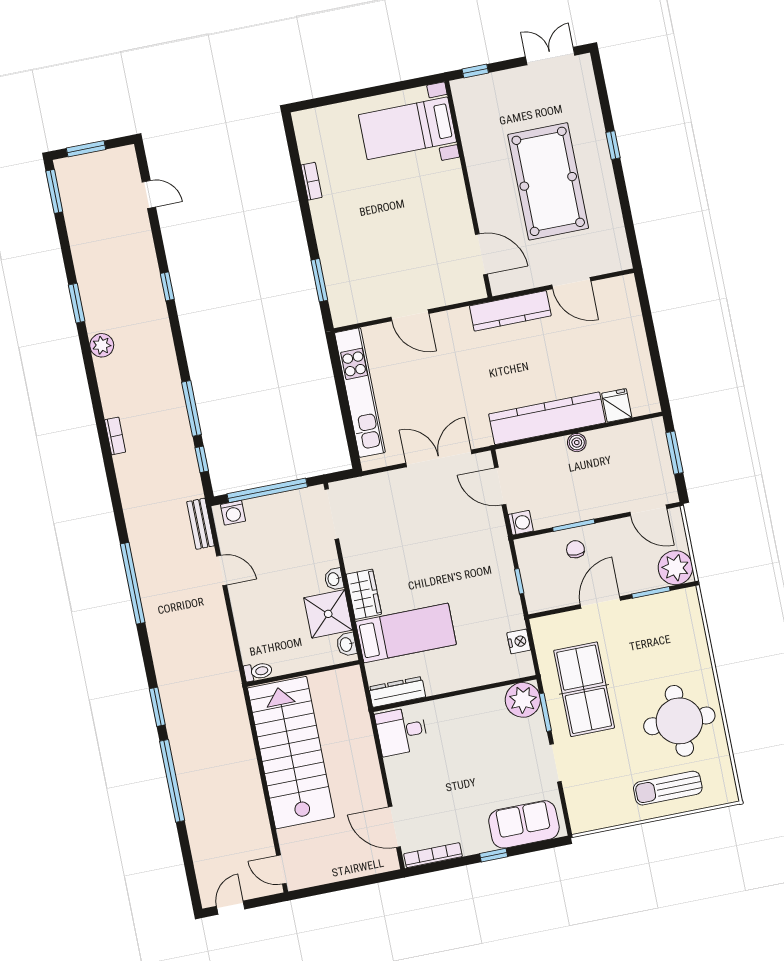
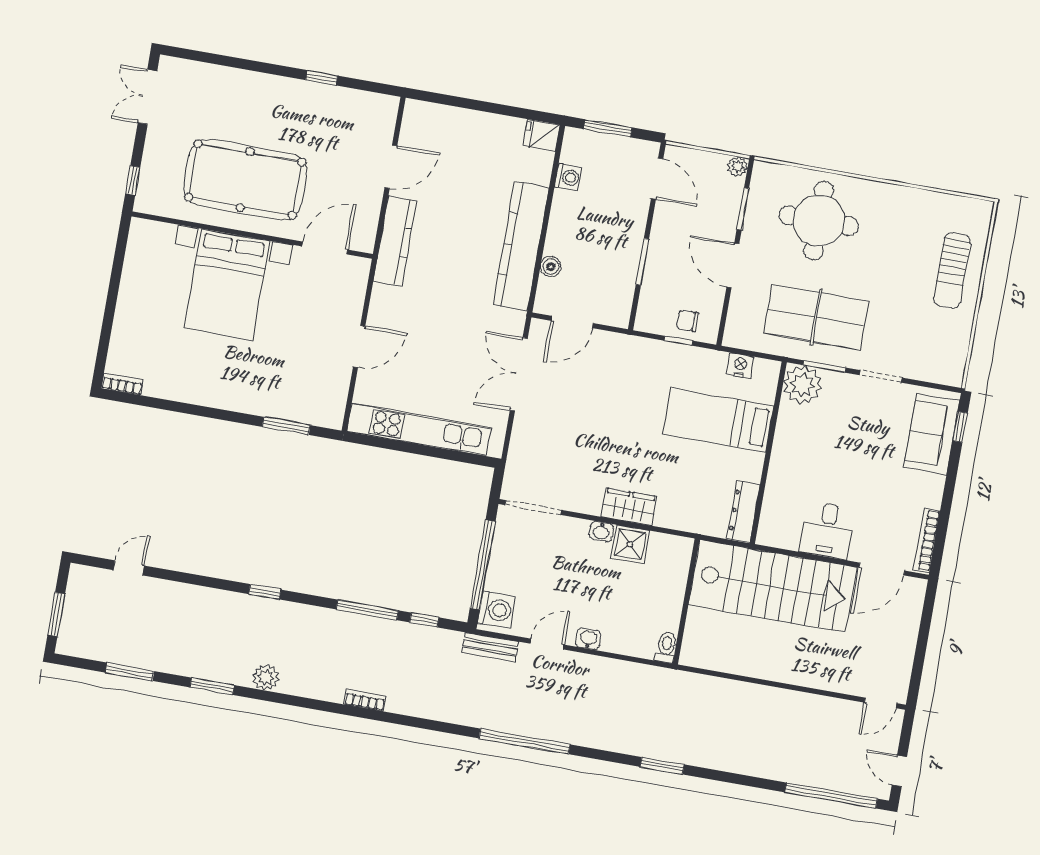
bed with nightstands: (407, 128) -> (227, 285), moved, width x1.36
window: (613, 145) -> (322, 78), moved
bookcase: (312, 181) -> (122, 384), moved
pool table: (548, 181) -> (245, 180), moved
window: (54, 191) -> (130, 672), moved
window: (167, 286) -> (265, 592), moved
fridge: (617, 405) -> (542, 136), moved
boiler: (577, 443) -> (551, 267), moved
door: (648, 510) -> (657, 179), hinge flipped
washing machine: (233, 513) -> (496, 610), width x1.38, depth x1.38
washing machine: (521, 523) -> (568, 177), moved, turned 90
chair: (575, 549) -> (688, 321), moved
plant: (675, 568) -> (737, 167), width x0.53, depth x0.53
shower: (328, 614) -> (630, 544), width x0.73, depth x0.73
bed: (406, 633) -> (718, 420), moved, turned -90
washbasin: (346, 644) -> (588, 639), moved, turned 180
round table: (679, 721) -> (819, 221), moved
desk: (402, 731) -> (827, 530), moved
stairs: (291, 753) -> (773, 586), moved, turned 180
window: (172, 781) -> (831, 795), moved
window: (494, 855) -> (960, 427), moved

